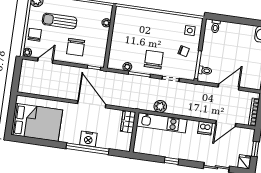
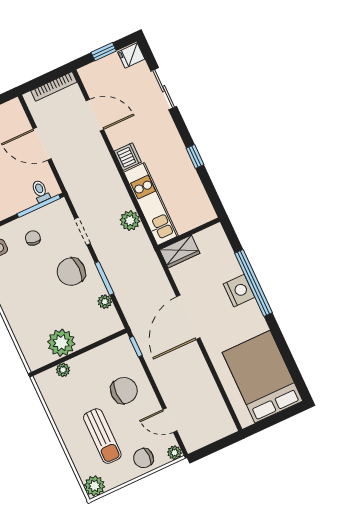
plant: (121, 31) -> (61, 343), added
dishwasher: (205, 128) -> (128, 157), moved

